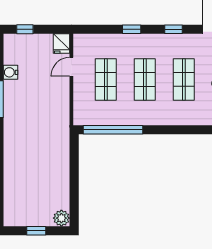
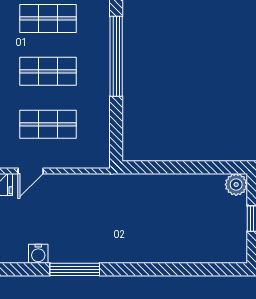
door: (71, 67) -> (31, 171), hinge flipped
window: (113, 130) -> (116, 56), moved

